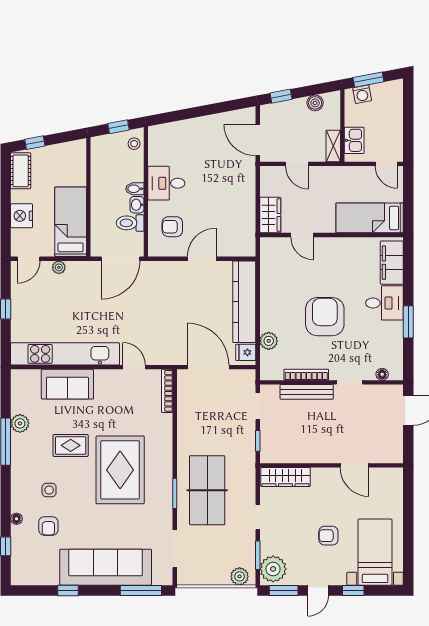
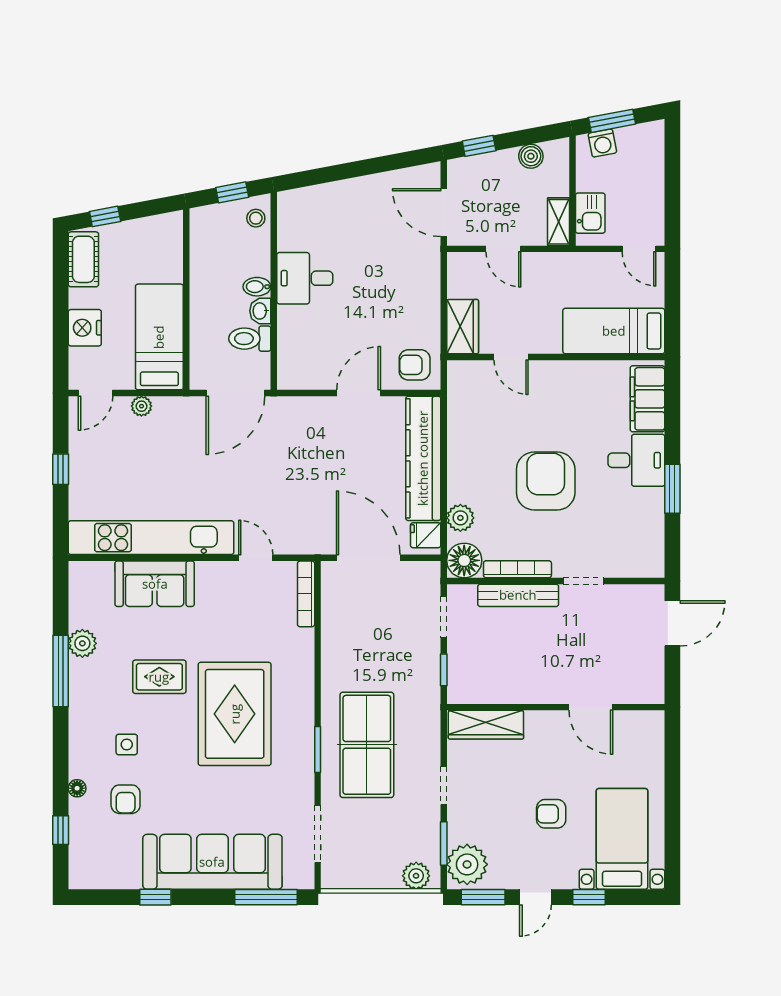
armchair: (172, 227) -> (415, 365), moved
floor lamp: (382, 374) -> (464, 560), moved, width x1.89, depth x1.89

